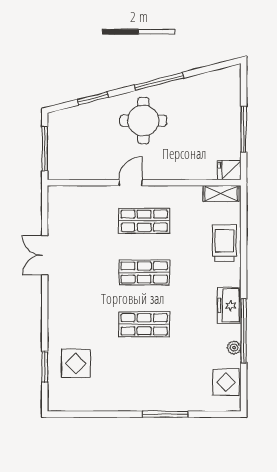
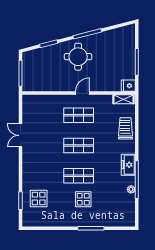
door: (131, 183) -> (83, 93), moved
display table: (226, 382) -> (83, 199), moved

